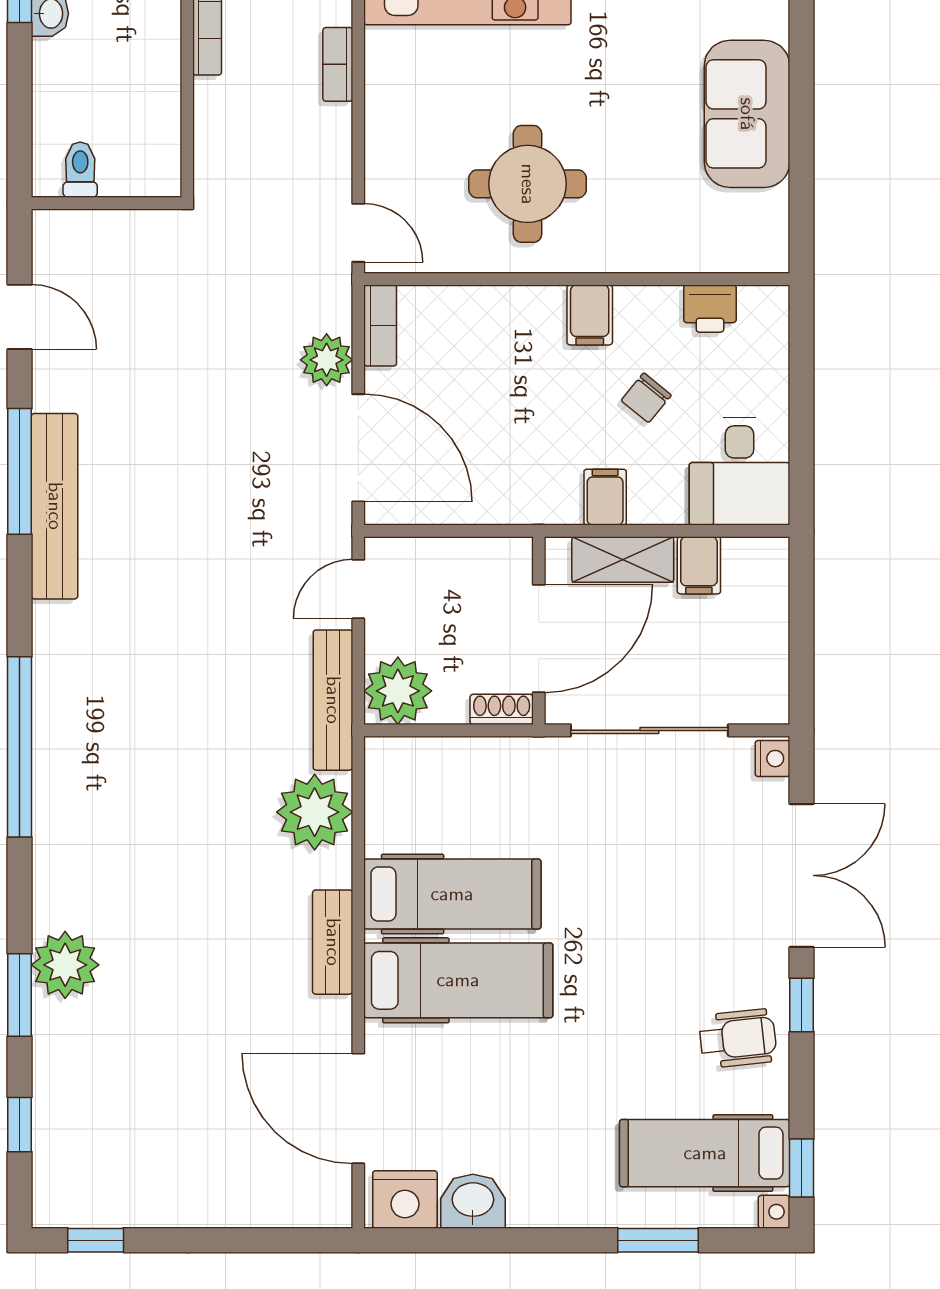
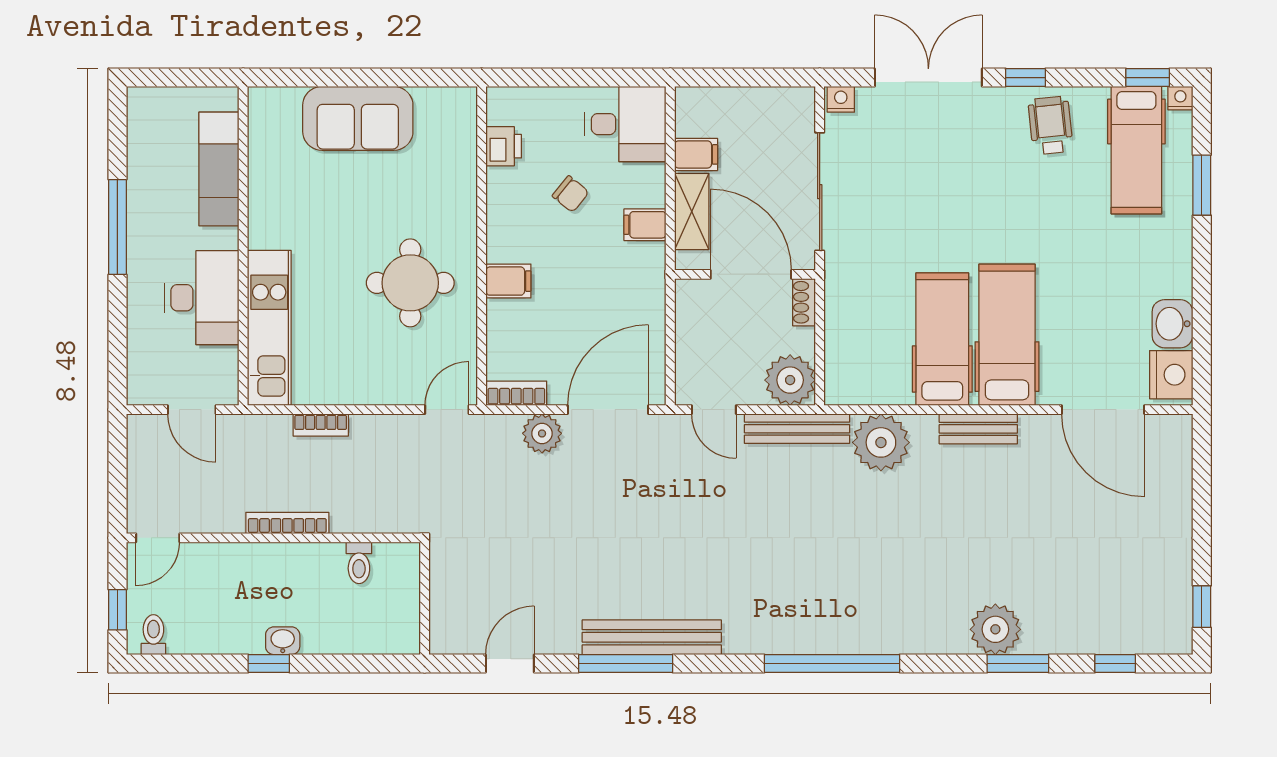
toilet: (80, 170) -> (359, 563), moved, turned -90
filing cabinet: (590, 315) -> (508, 281), moved
door: (358, 1108) -> (1103, 410), hinge flipped

